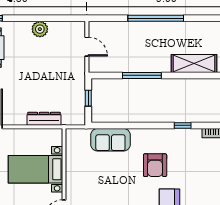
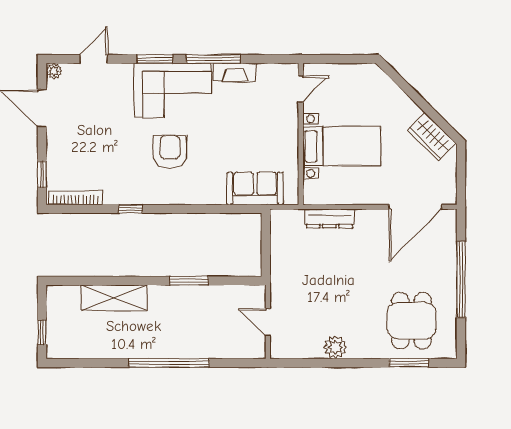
window: (142, 75) -> (189, 281), width x0.69
window: (88, 98) -> (266, 248), removed
sofa: (110, 140) -> (255, 188), moved

